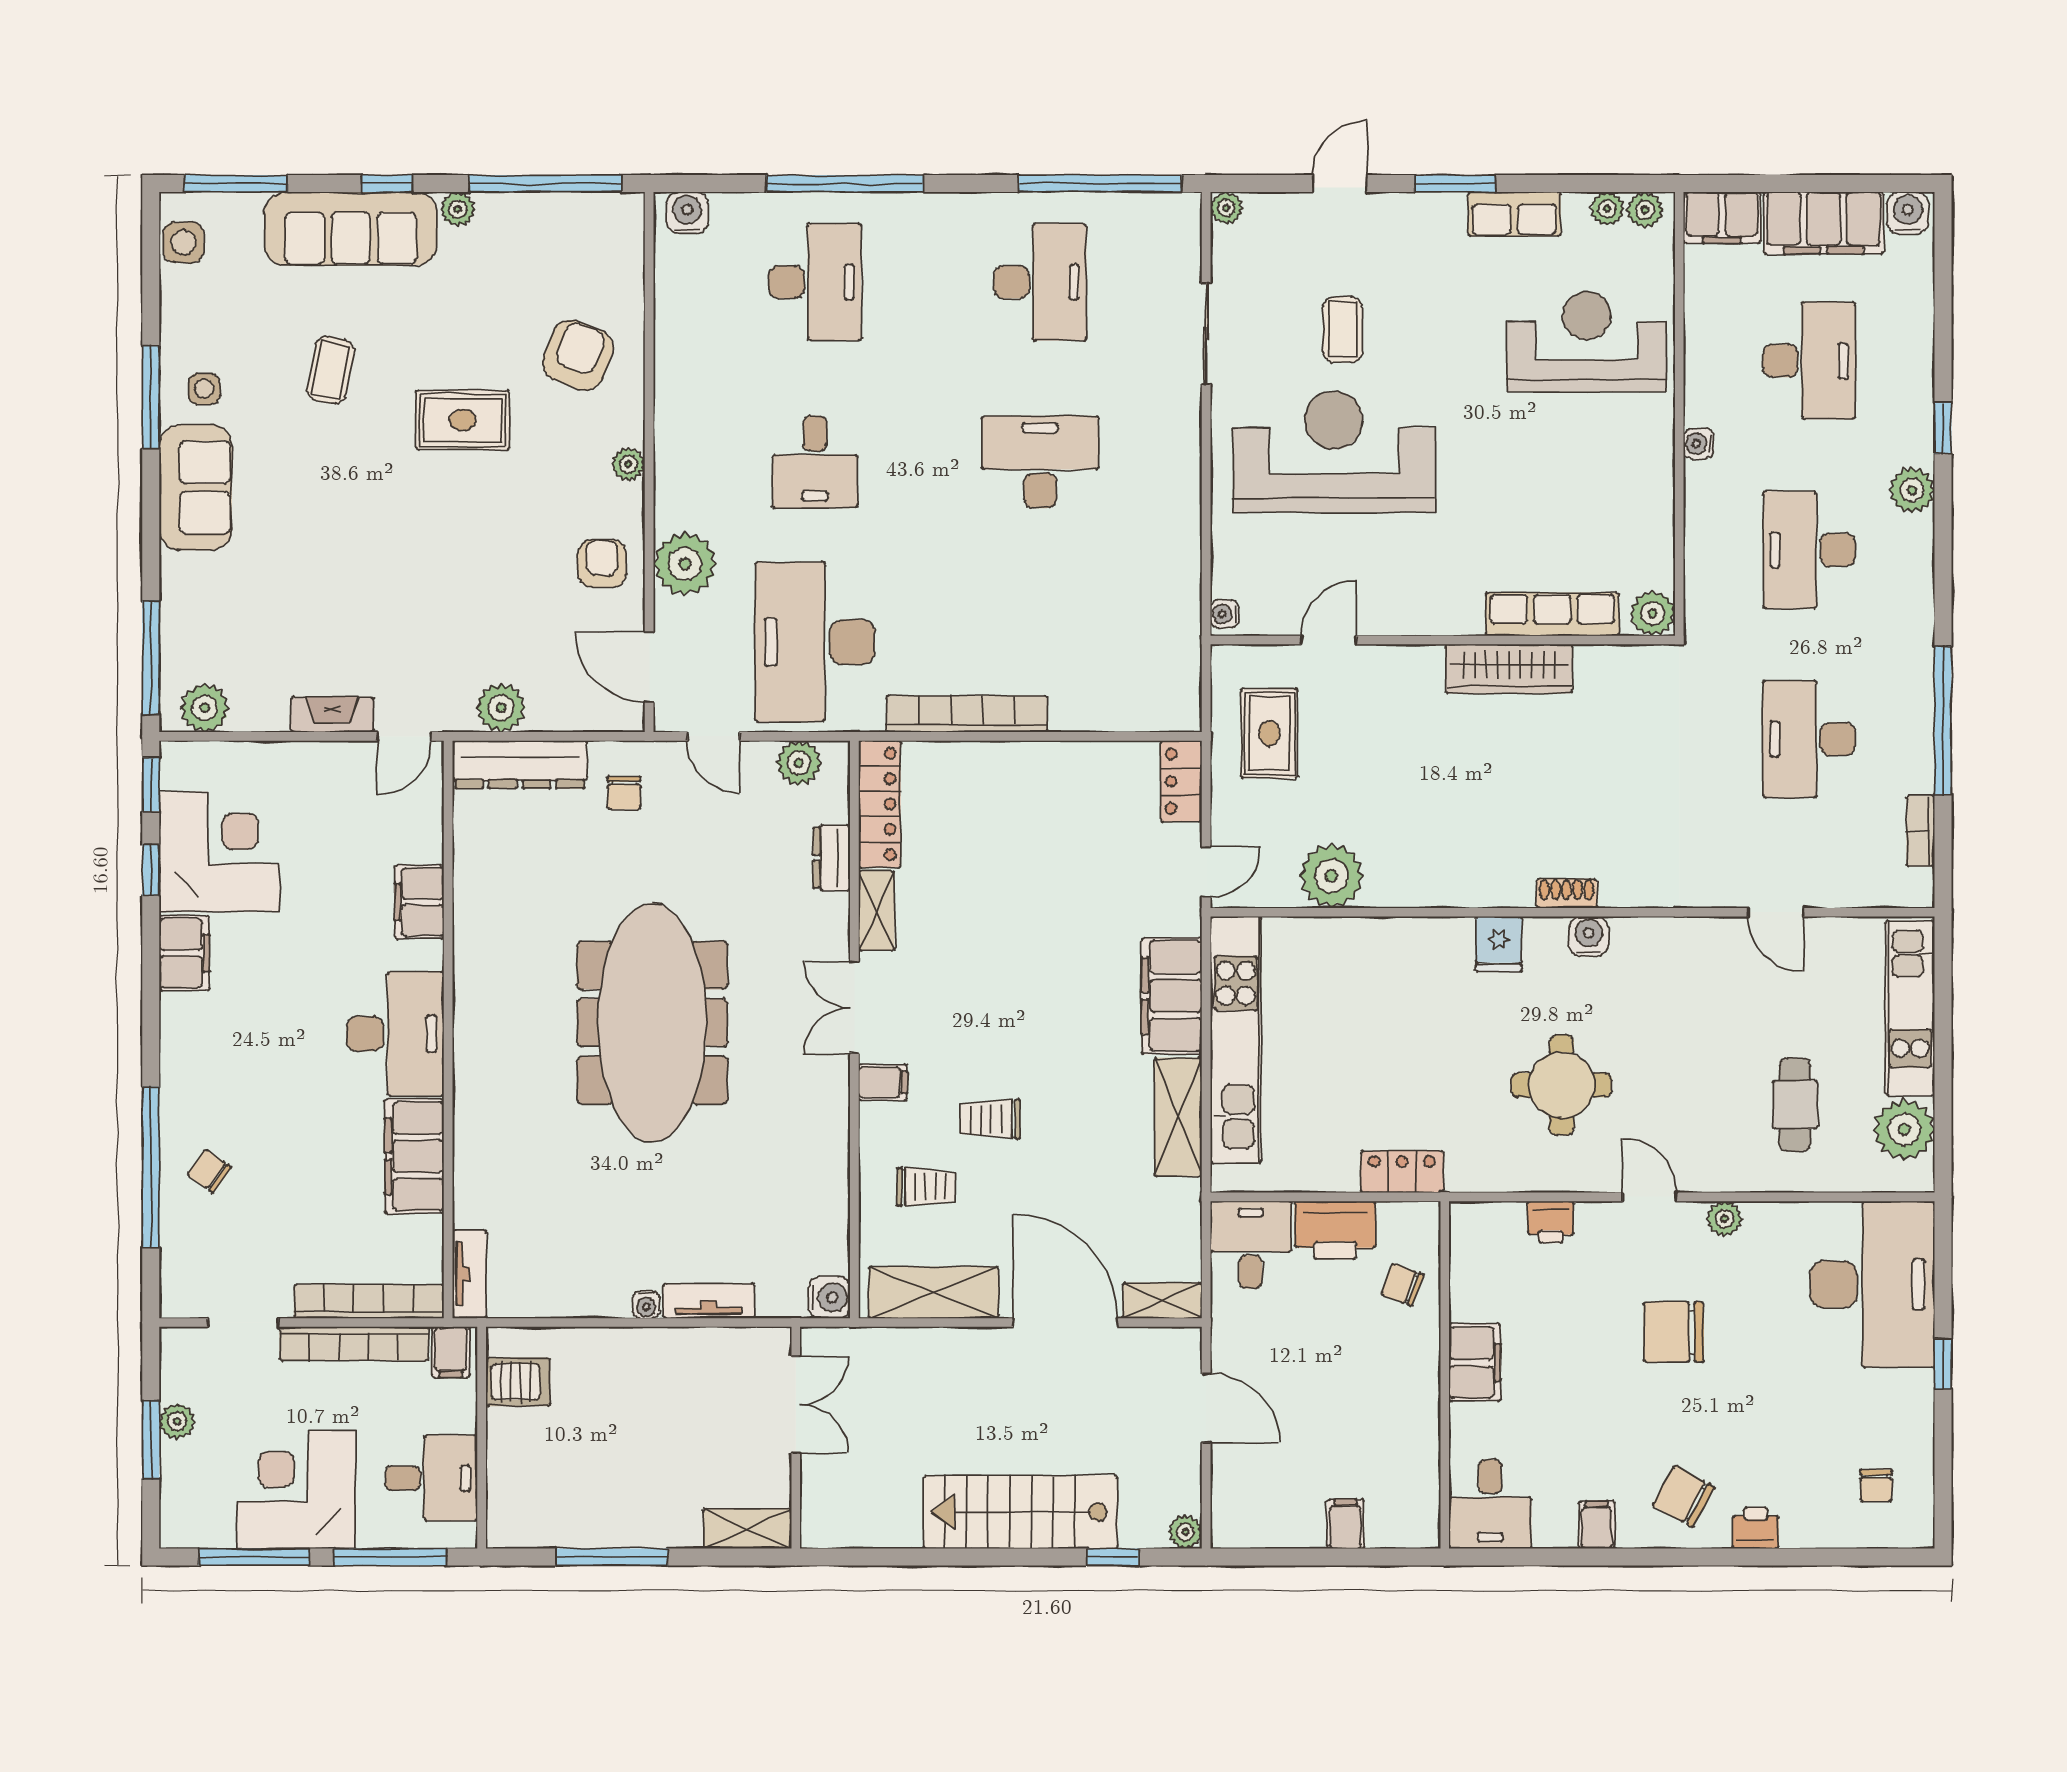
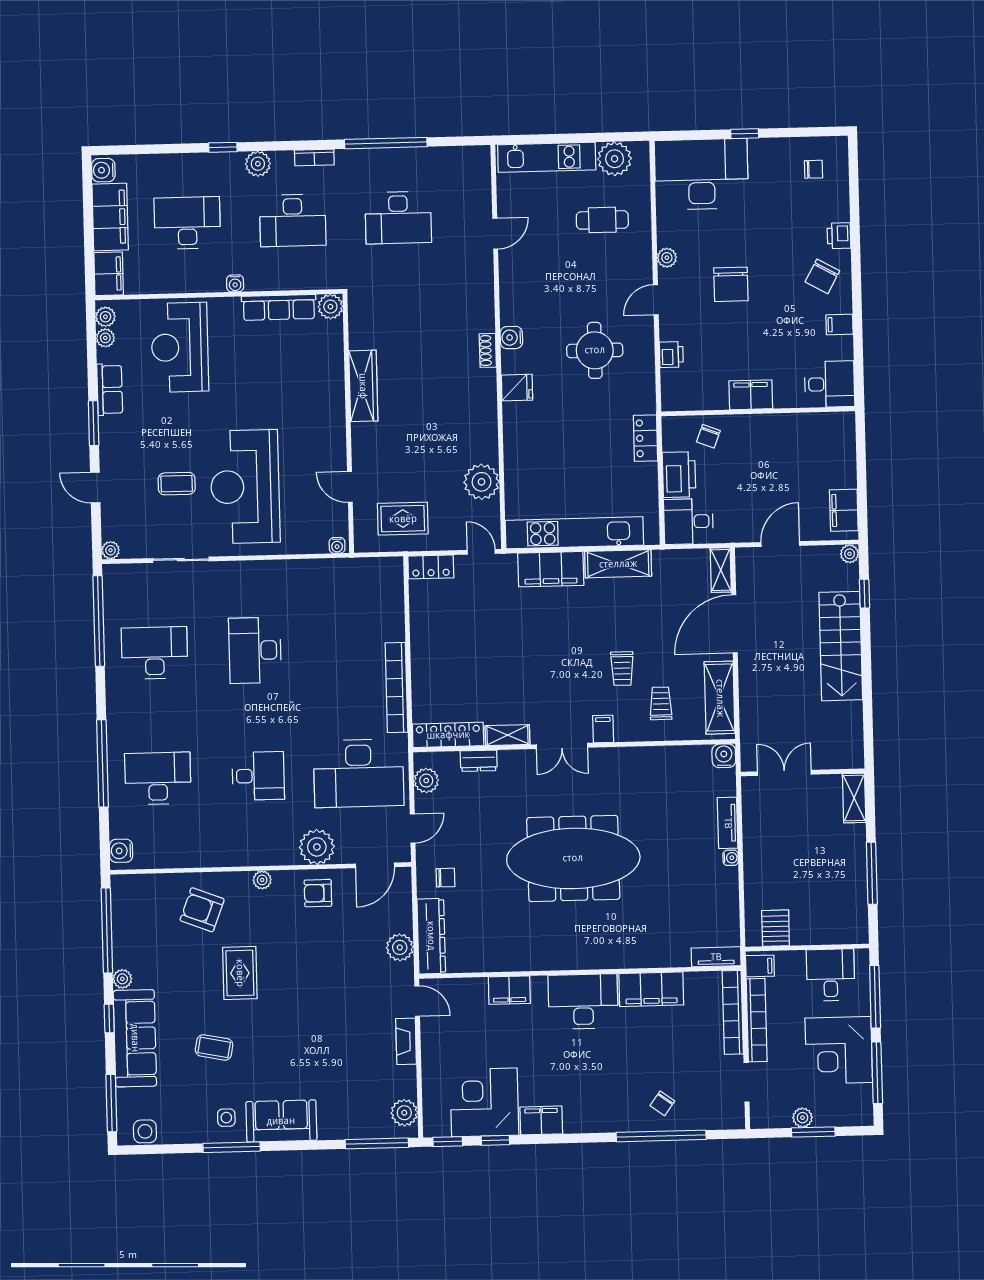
row of seats: (1552, 614) -> (279, 307), moved, turned -90
bookcase: (1921, 831) -> (314, 157), moved
filing cabinet: (1346, 1524) -> (844, 510), moved, width x2.00

